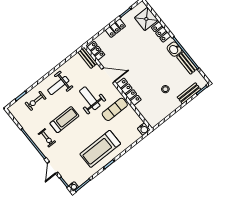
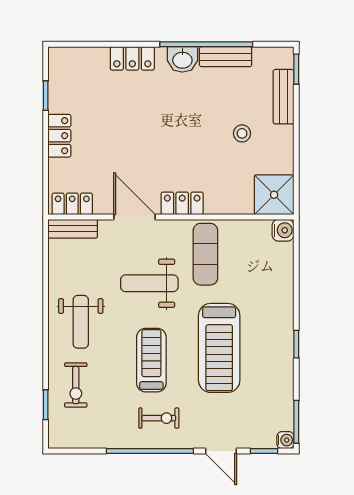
shower: (146, 19) -> (274, 195), moved
door: (108, 75) -> (134, 217), hinge flipped
locker: (129, 92) -> (182, 203), width x0.66
treadmill: (100, 149) -> (219, 348), moved

